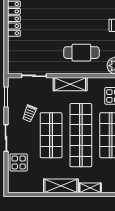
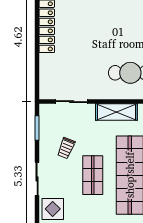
shop shelf: (51, 135) -> (93, 175), width x0.70, depth x0.74

